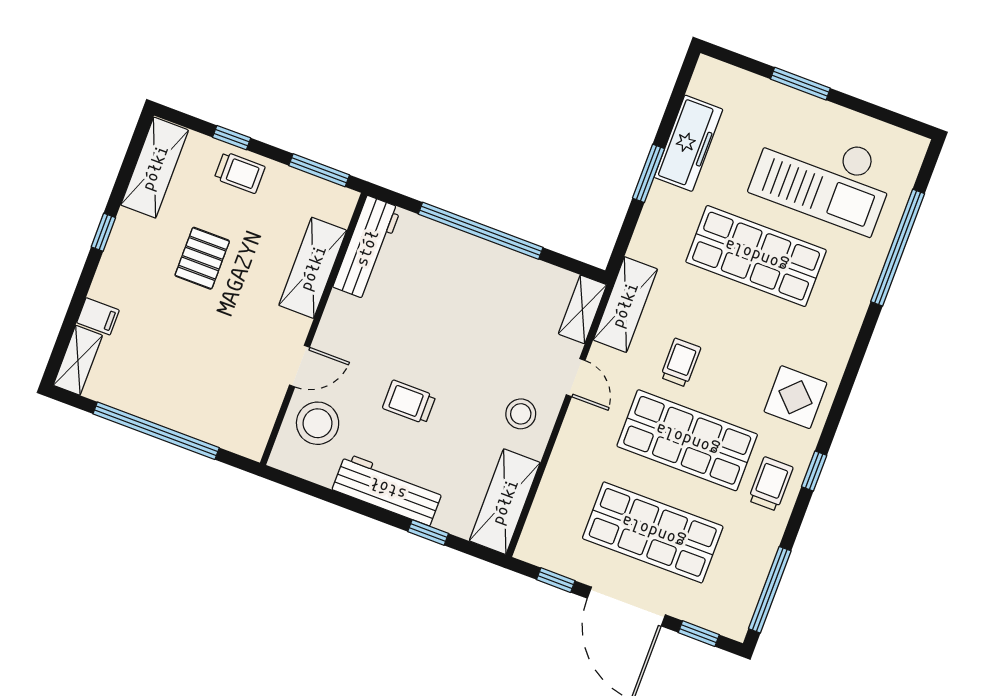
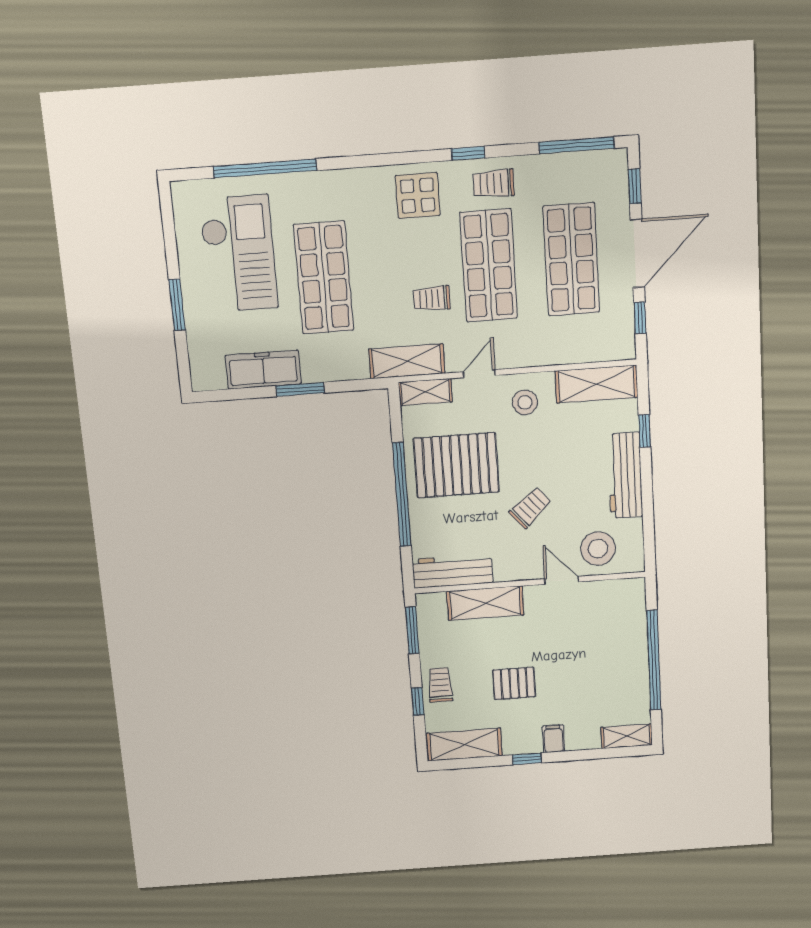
pallet: (486, 307) -> (456, 465), added
filing cabinet: (98, 316) -> (554, 739), moved
trolley: (409, 402) -> (530, 508), moved, turned -131

